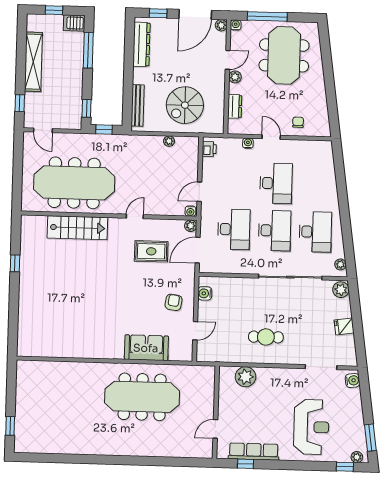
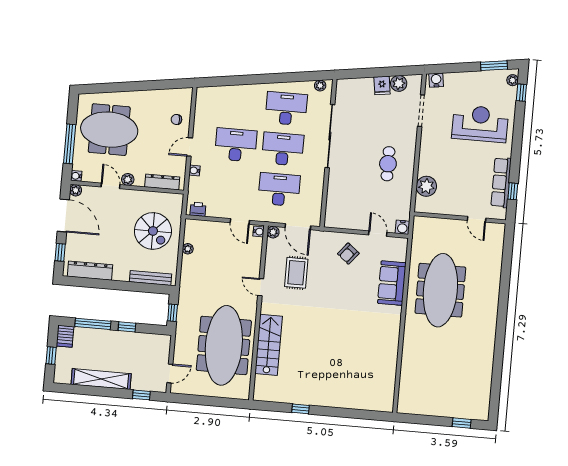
dresser: (235, 106) -> (162, 182), width x1.44
window: (87, 108) -> (127, 327), moved
plant: (341, 290) -> (399, 83), moved
water cooler: (205, 293) -> (402, 227), moved
armchair: (174, 302) -> (348, 254), turned -59

